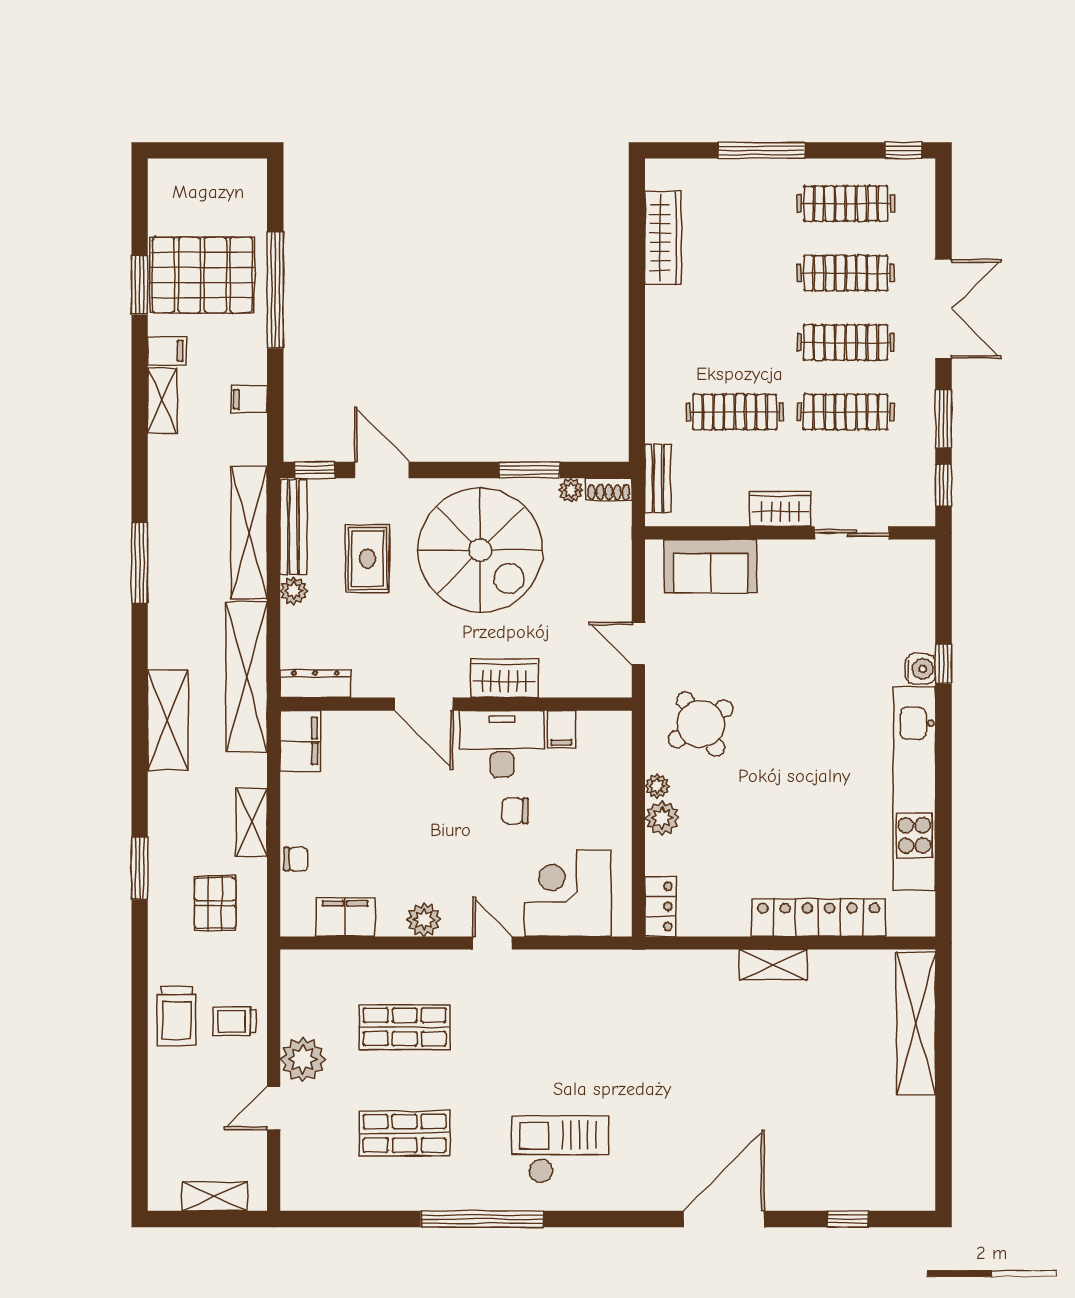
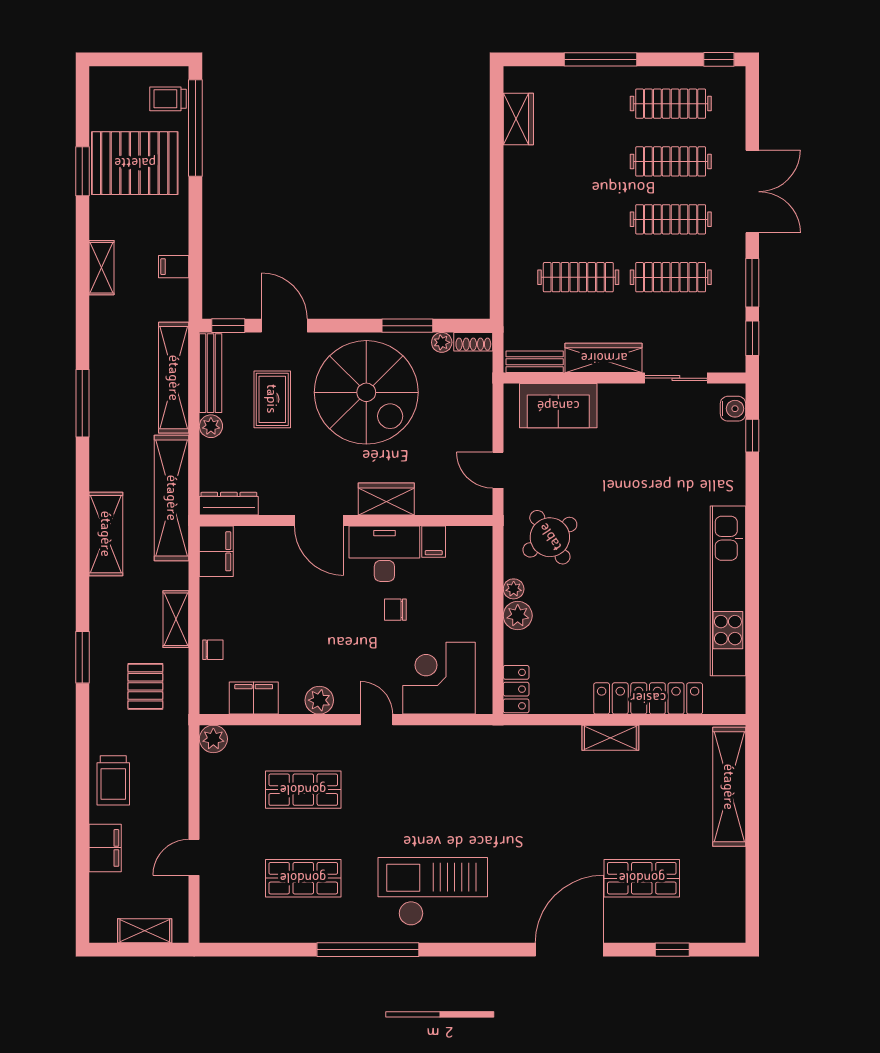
wardrobe: (663, 238) -> (518, 119), width x0.67
window: (275, 290) -> (195, 128), moved
filing cabinet: (167, 351) -> (105, 848), moved, width x2.00
bench: (658, 478) -> (535, 362), moved, turned 90
wardrobe: (780, 509) -> (604, 358), width x1.50
window: (944, 664) -> (752, 436), moved
water cooler: (920, 669) -> (733, 409), moved
trolley: (234, 1021) -> (168, 99), moved
plant: (303, 1059) -> (213, 739), moved, width x0.73, depth x0.73
shop shelf: (811, 1133) -> (642, 878), added
checkout: (560, 1149) -> (433, 891), width x1.36, depth x1.21

